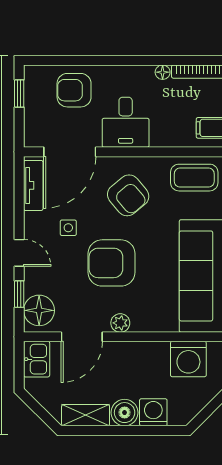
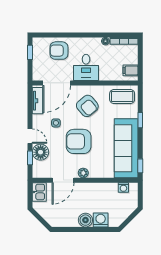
floor lamp: (39, 310) -> (41, 152), moved
washing machine: (188, 359) -> (123, 188), width x0.53, depth x0.53
shelving: (86, 415) -> (65, 221), removed

